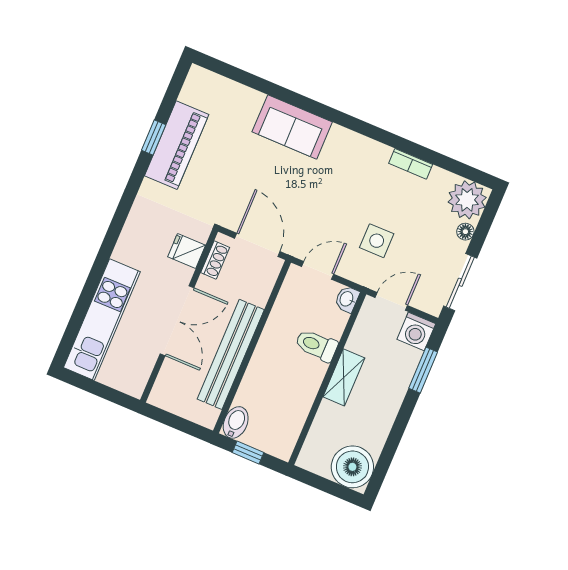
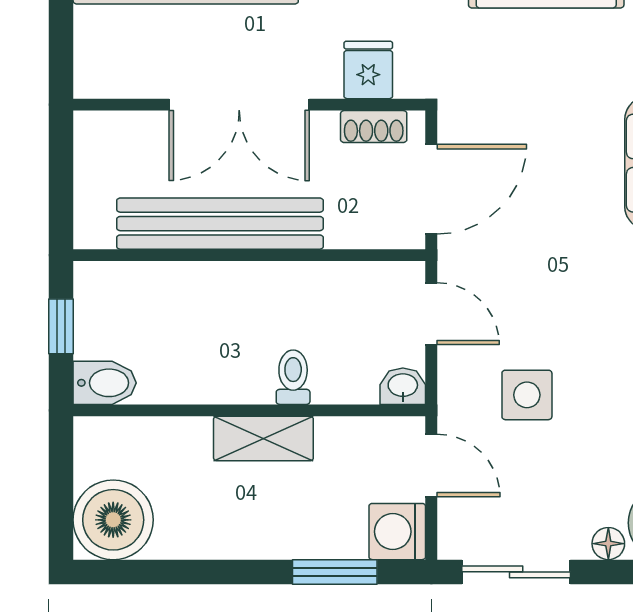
toilet: (316, 345) -> (293, 377), width x0.73, depth x0.72
bidet: (236, 422) -> (105, 383), moved

